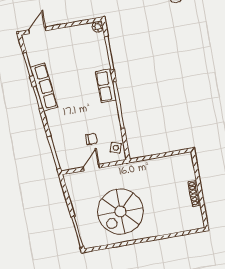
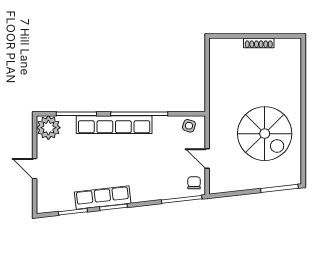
plant: (98, 27) -> (48, 128), width x1.87, depth x1.87
door: (37, 30) -> (35, 169), moved
row of seats: (106, 86) -> (114, 125), width x2.02
chair: (91, 139) -> (194, 183), moved

